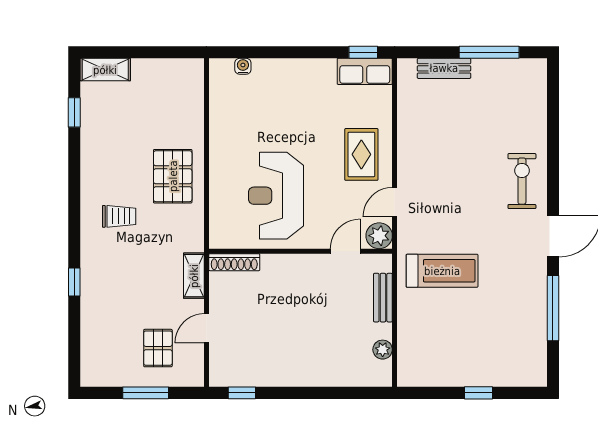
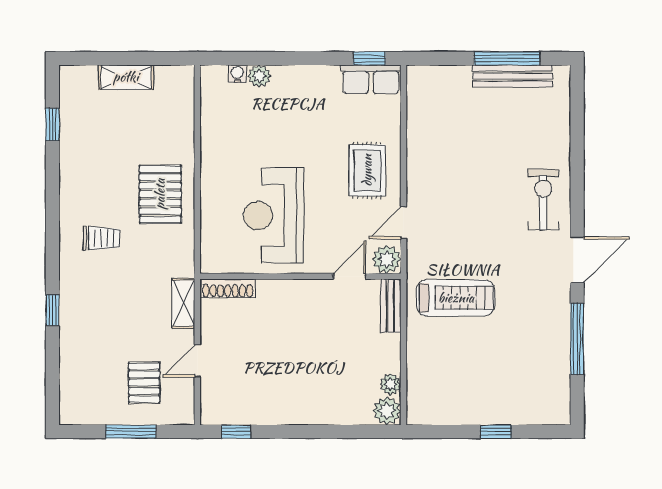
plant: (263, 68) -> (259, 76), added
bench: (444, 68) -> (512, 76), moved, width x1.36
shelving: (105, 70) -> (126, 77), moved
bench: (383, 298) -> (391, 306), moved
plant: (379, 374) -> (387, 411), added

